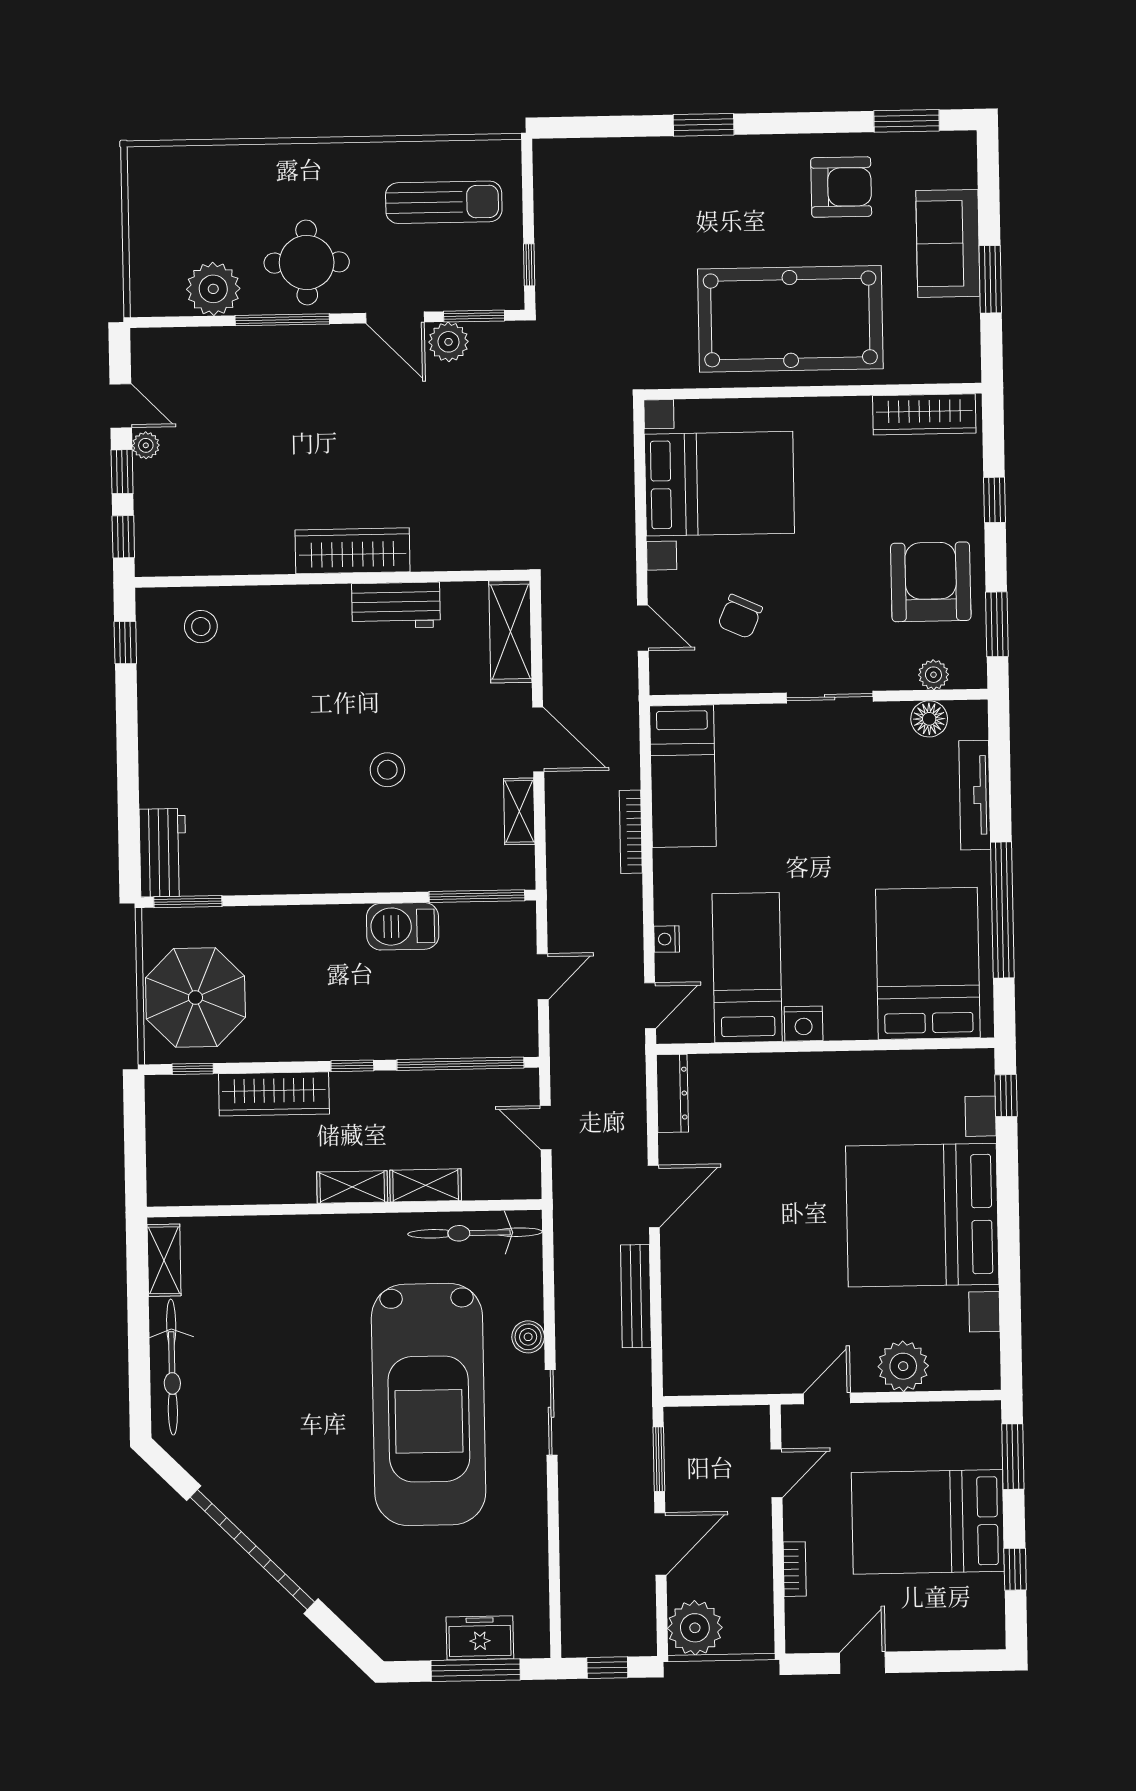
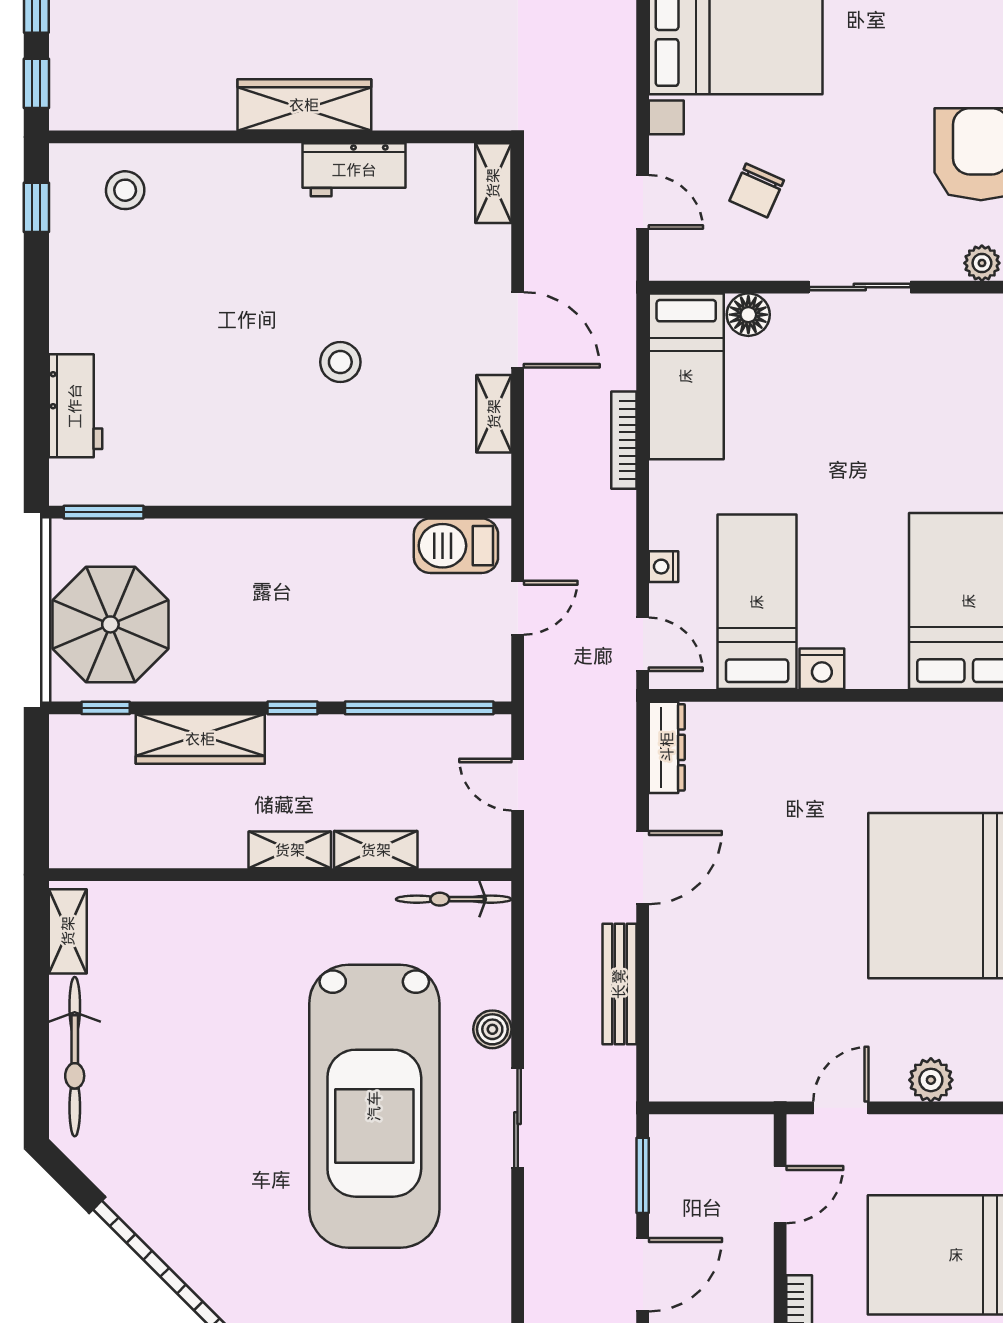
shelving: (510, 632) -> (493, 183), width x0.67, depth x0.75
floor lamp: (929, 719) -> (748, 315), moved
workbench: (163, 853) -> (75, 406), moved
window: (477, 896) -> (442, 512), removed
barbecue: (403, 926) -> (456, 546), moved
door: (650, 1006) -> (643, 644), hinge flipped
bicycle: (475, 1233) -> (454, 899), width x0.73, depth x0.71
plant: (903, 1366) -> (931, 1080), width x0.73, depth x0.73

